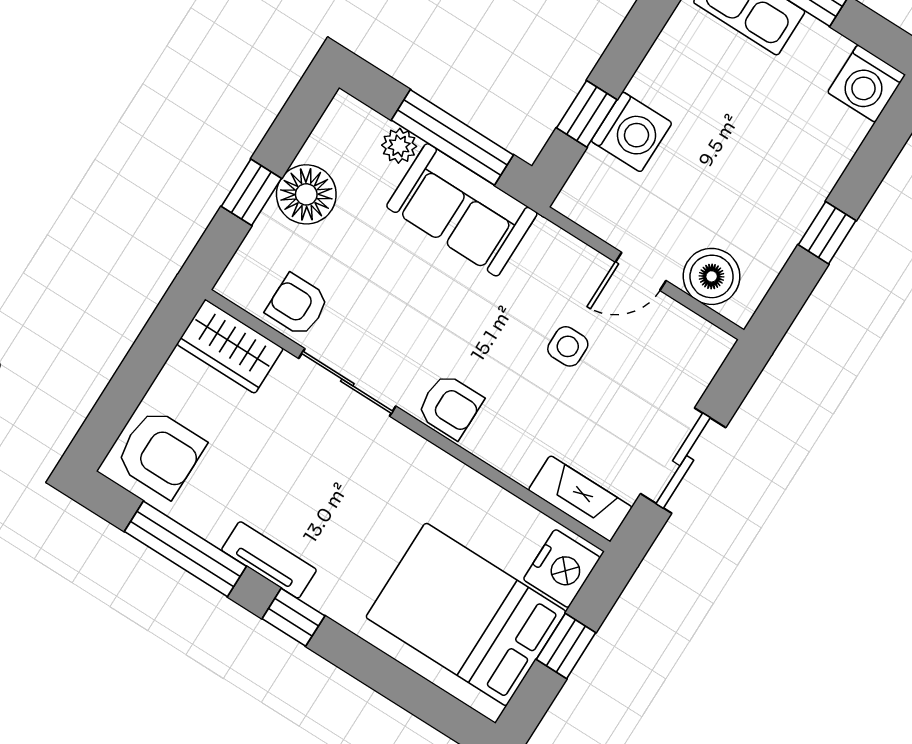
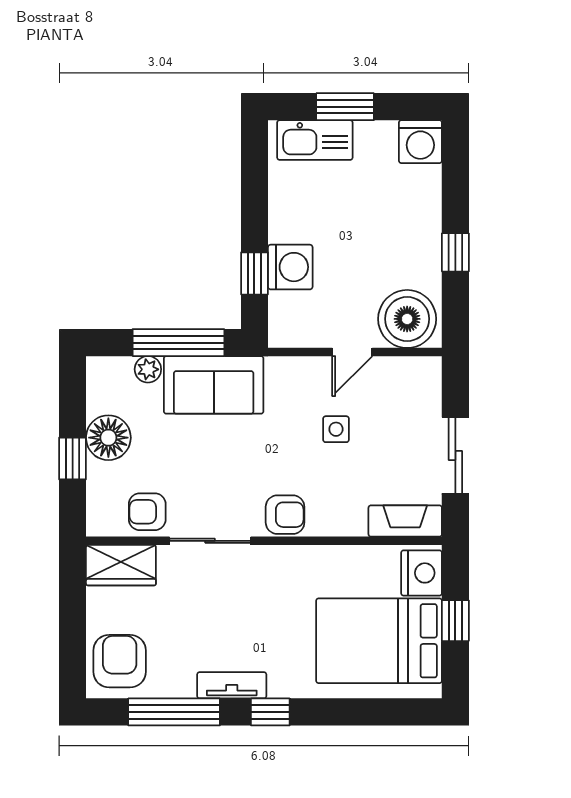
boiler: (712, 276) -> (407, 319), width x1.37, depth x1.37
armchair: (160, 453) -> (120, 661), turned -90

